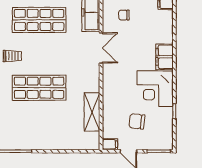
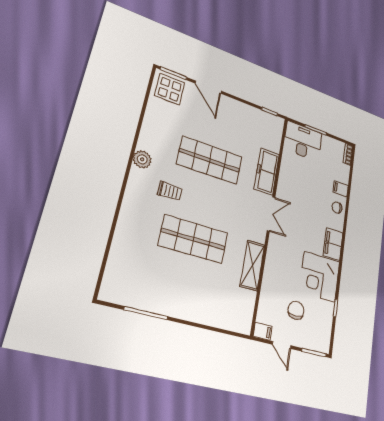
chair: (124, 15) -> (337, 208), moved
shelving: (92, 112) -> (252, 265), moved
chair: (137, 121) -> (296, 310), turned 83

